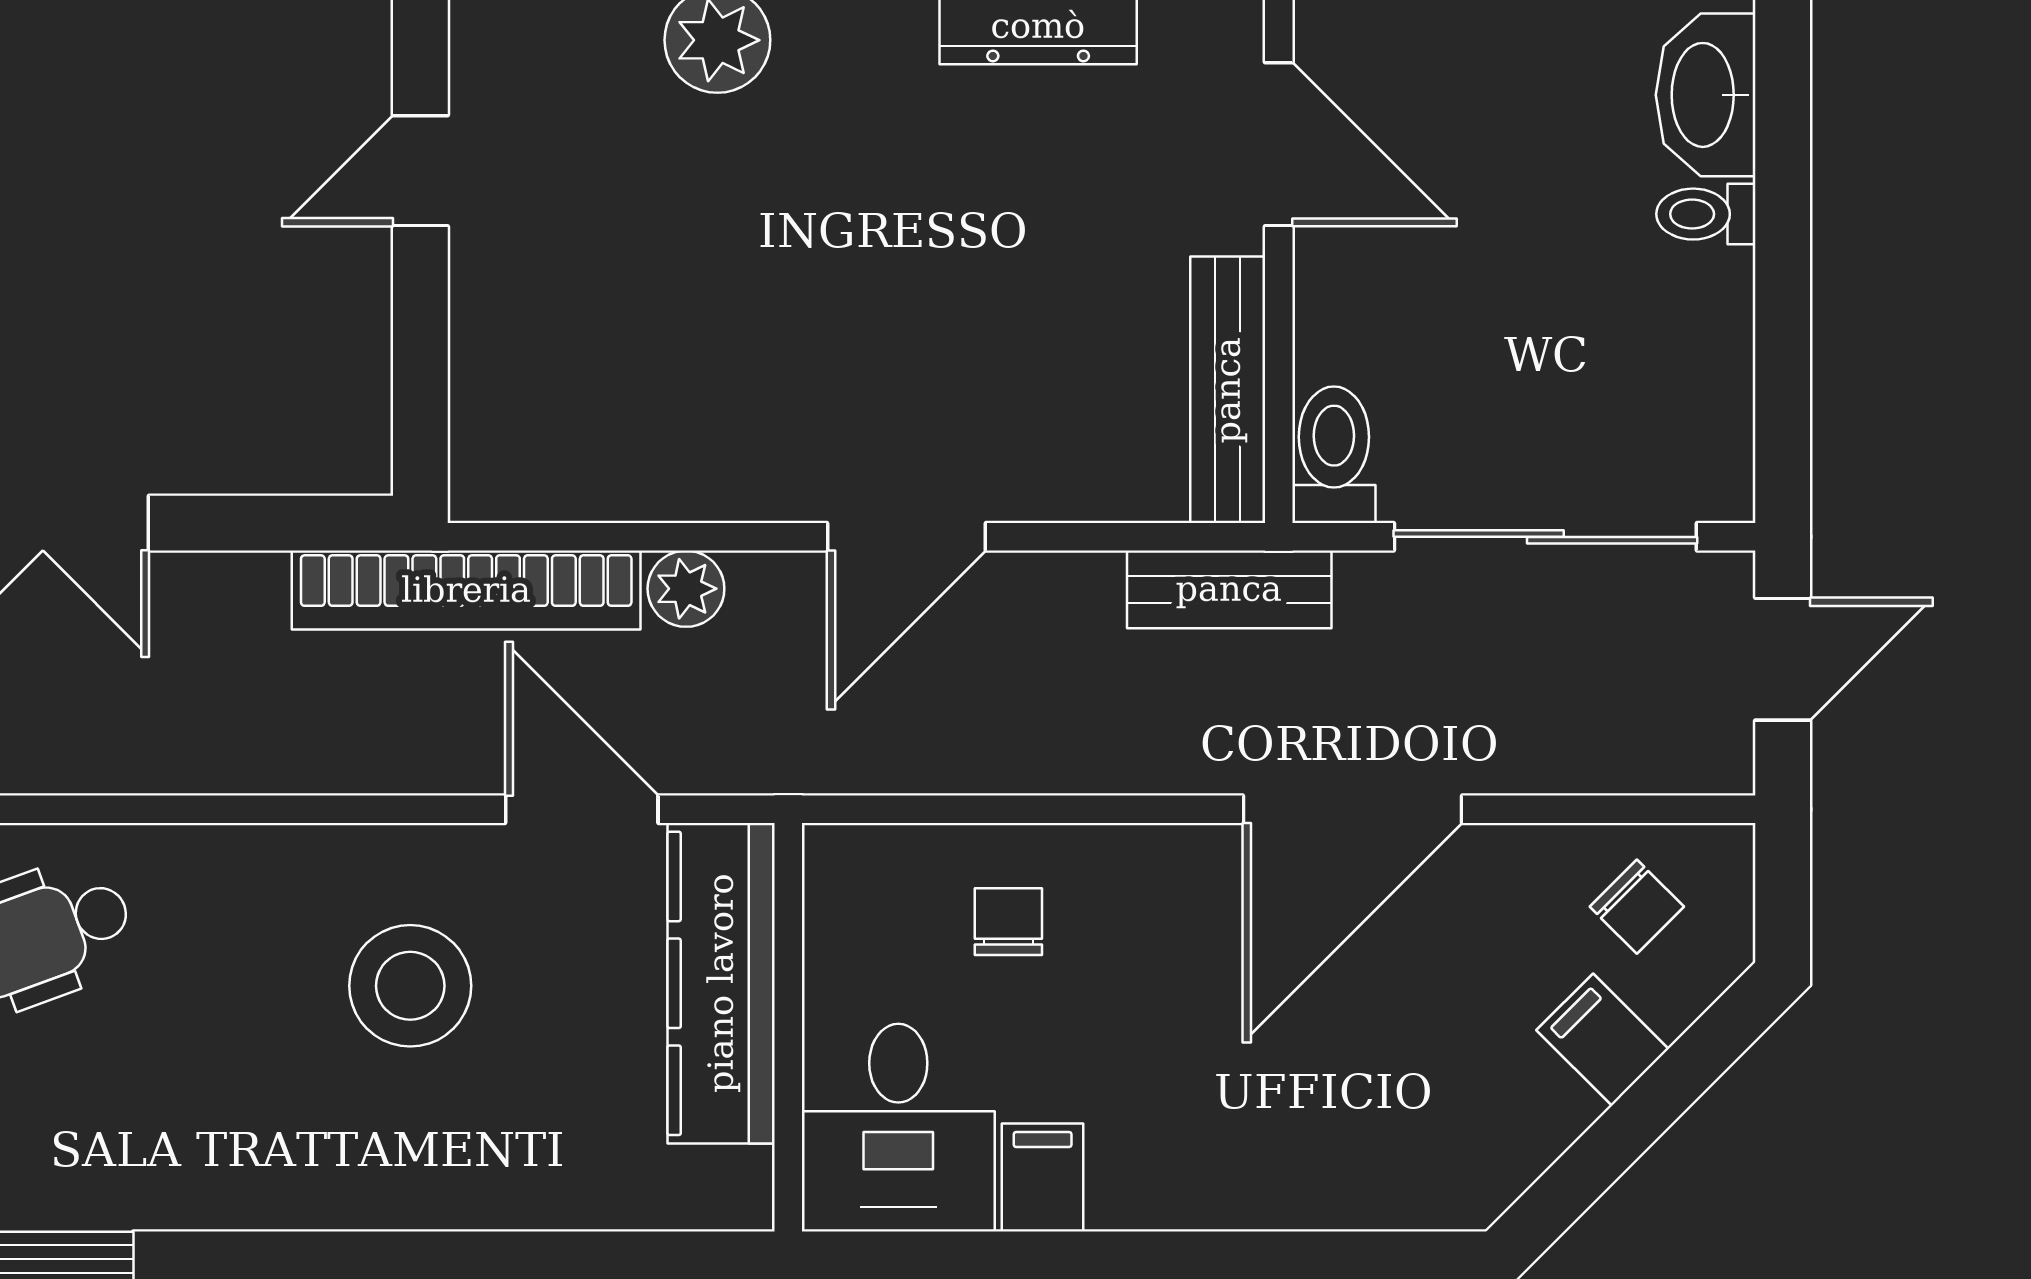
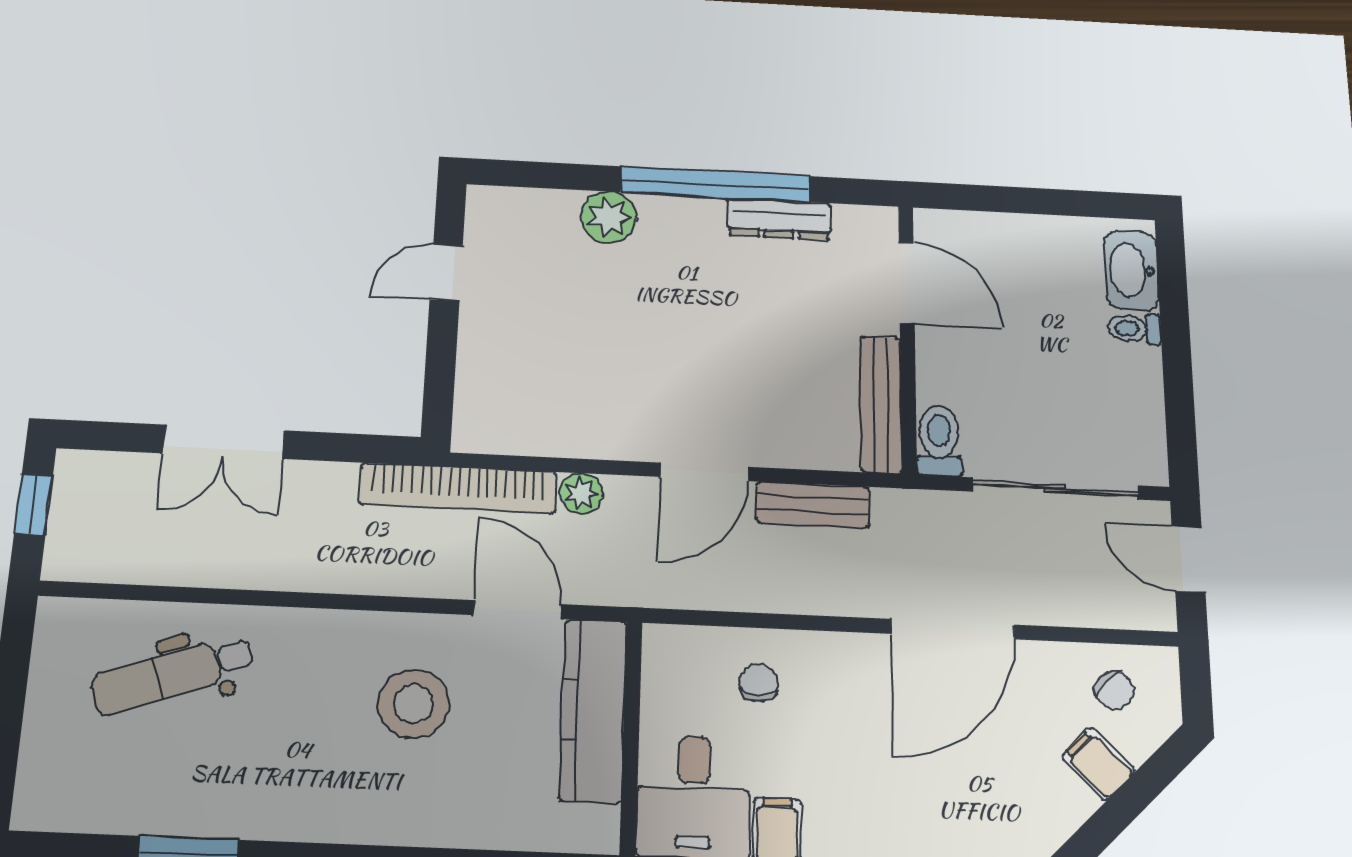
bench: (1229, 589) -> (813, 505), moved
door: (1783, 659) -> (1188, 559), swing flipped

